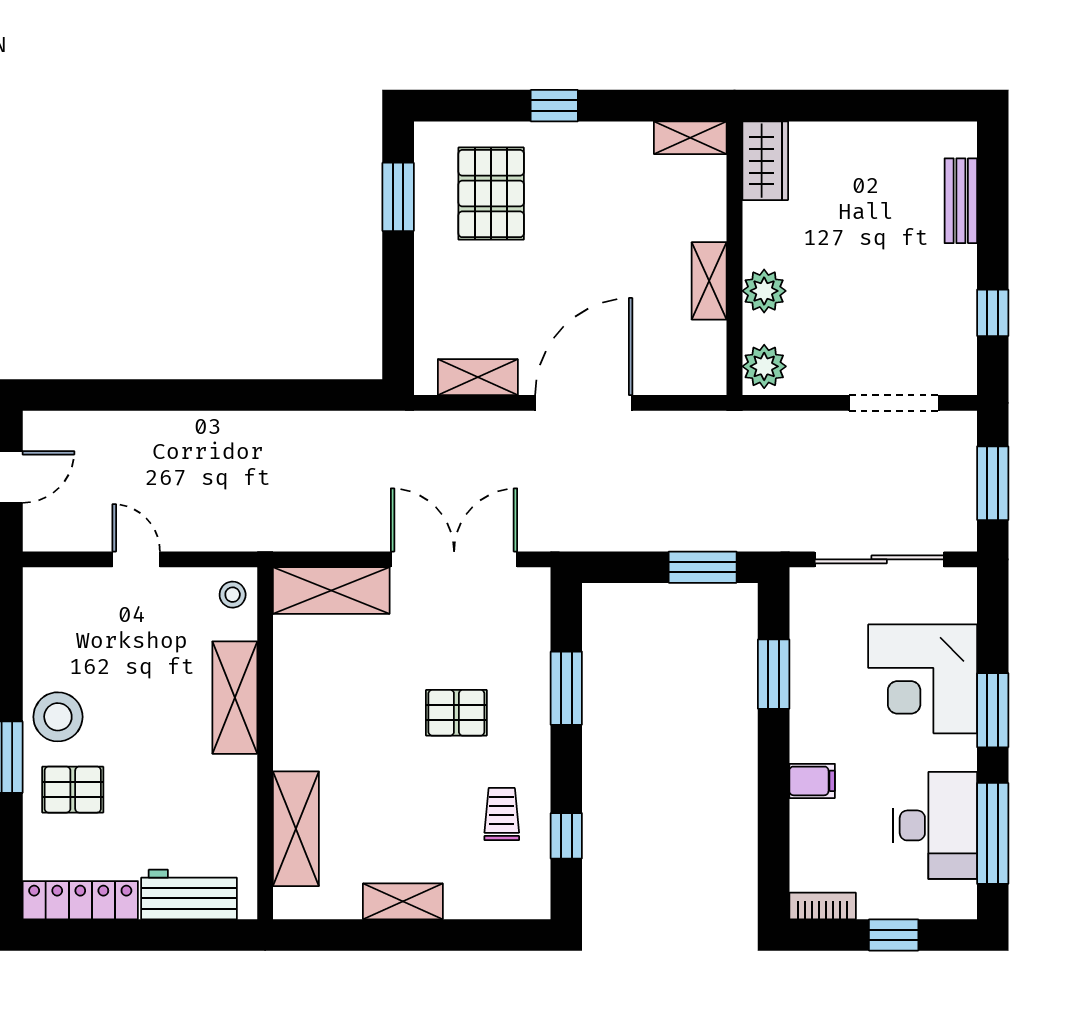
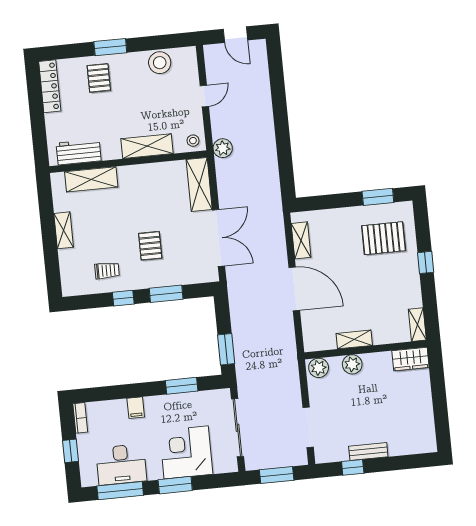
bench: (961, 201) -> (368, 451), moved
plant: (256, 530) -> (223, 148), added
stool: (58, 717) -> (160, 63), moved
window: (566, 836) -> (123, 298), moved
workbench: (189, 895) -> (79, 152), moved, turned -90

